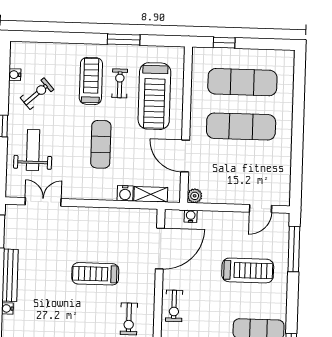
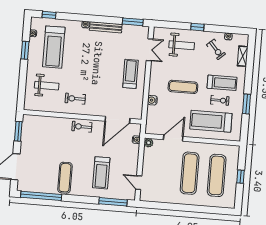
window: (224, 43) -> (241, 177), moved
shelving: (151, 194) -> (243, 56), moved
door: (160, 248) -> (117, 120), hinge flipped
treadmill: (95, 274) -> (130, 74), moved

